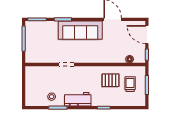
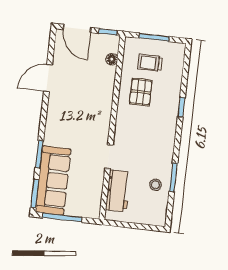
sofa: (80, 30) -> (53, 180), moved
door: (147, 34) -> (77, 29), hinge flipped
workbench: (78, 99) -> (118, 191), moved, turned 180

